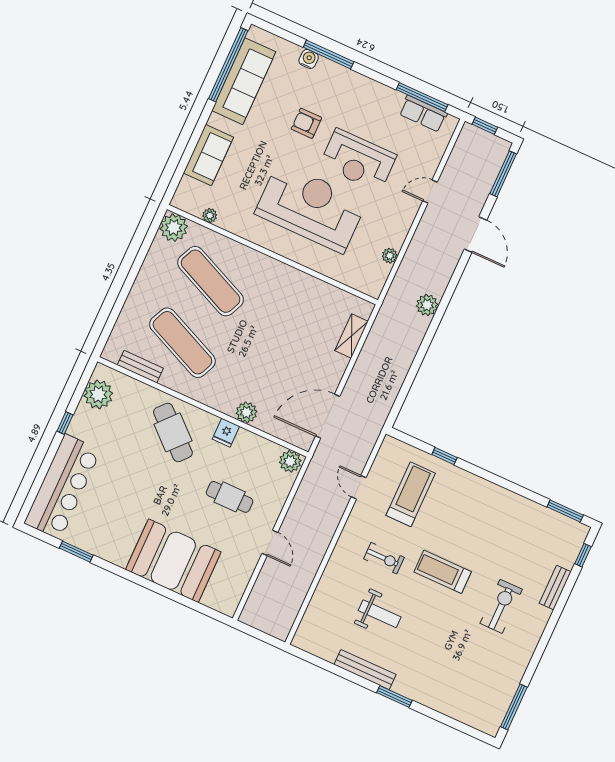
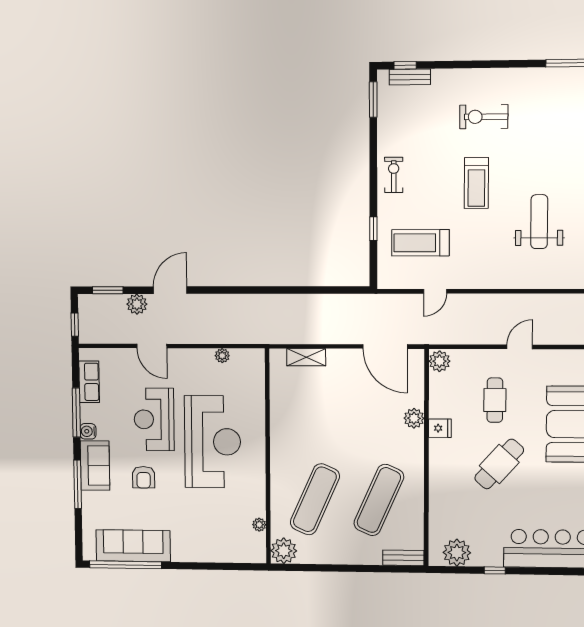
water cooler: (309, 59) -> (88, 431), moved
window: (422, 97) -> (76, 413), moved
sofa: (208, 155) -> (95, 465), moved, turned 90
reception desk: (358, 160) -> (154, 419), turned 180
window: (503, 174) -> (108, 290), width x0.69
door: (430, 191) -> (152, 346), width x1.38
reception desk: (311, 207) -> (213, 442), turned 180
plant: (427, 305) -> (137, 304), moved
bench: (140, 367) -> (403, 558), moved, turned 90
cafe table: (173, 432) -> (499, 464), moved
exercise bike: (384, 558) -> (394, 175), moved
bench: (555, 587) -> (410, 77), moved
weight bench: (380, 614) -> (539, 222), width x1.36, depth x1.33

